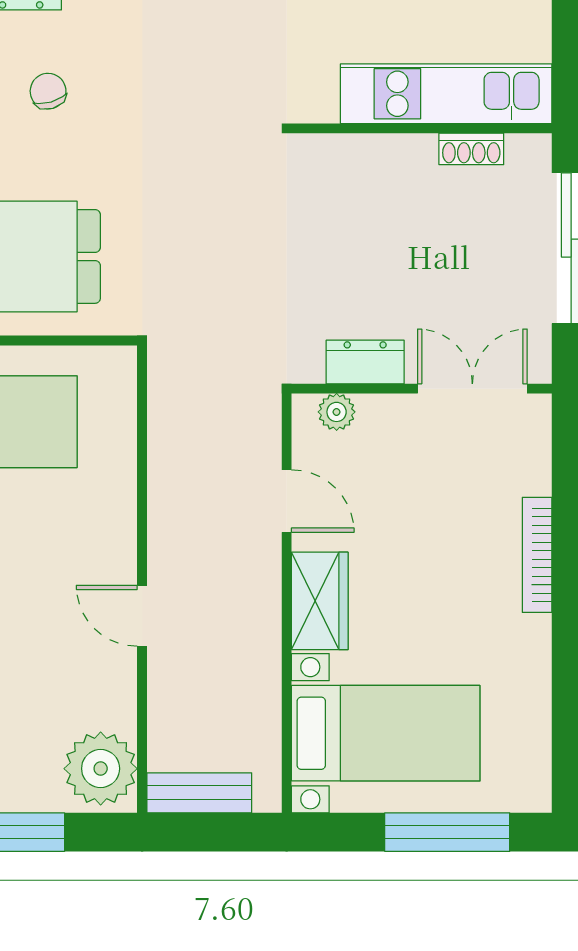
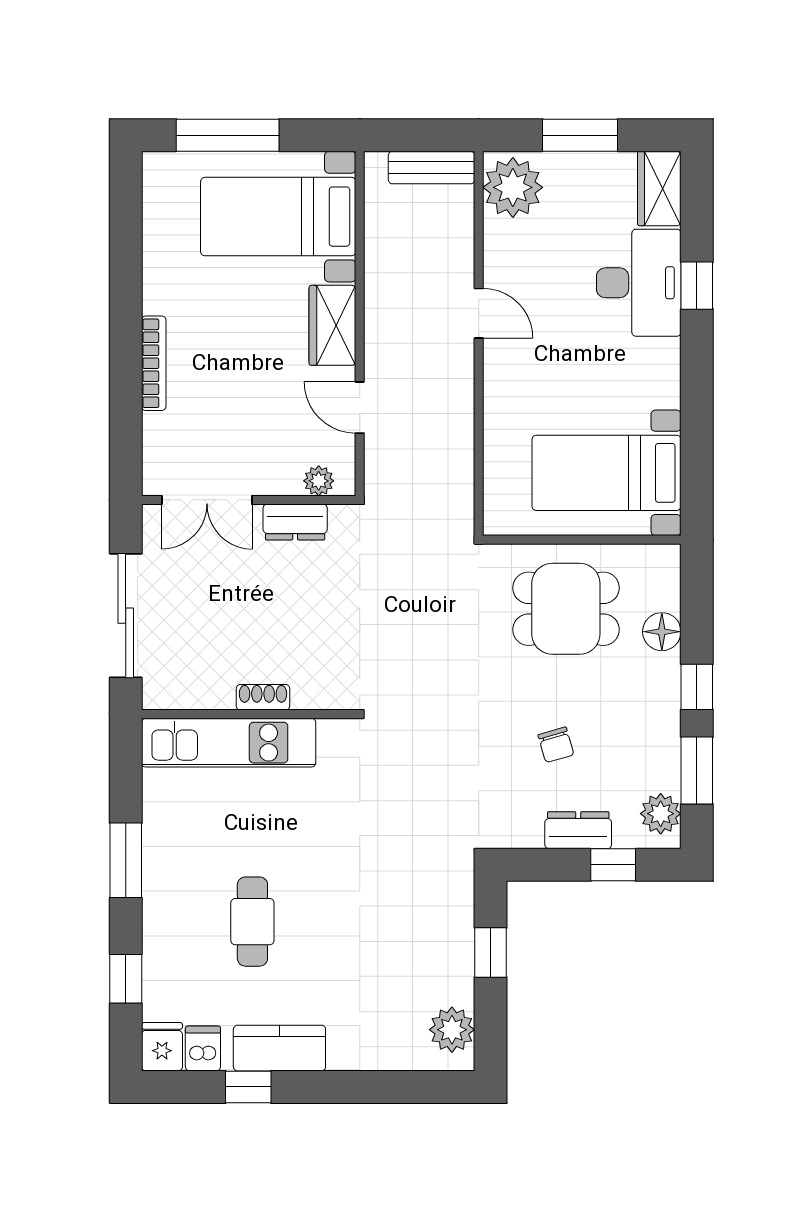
shoe rack: (471, 149) -> (263, 697), moved

